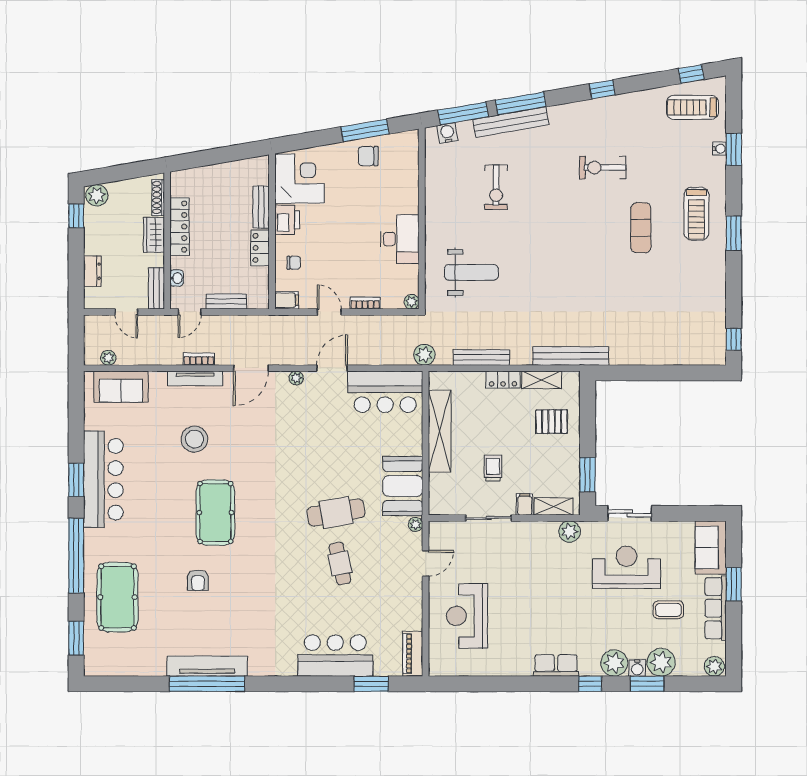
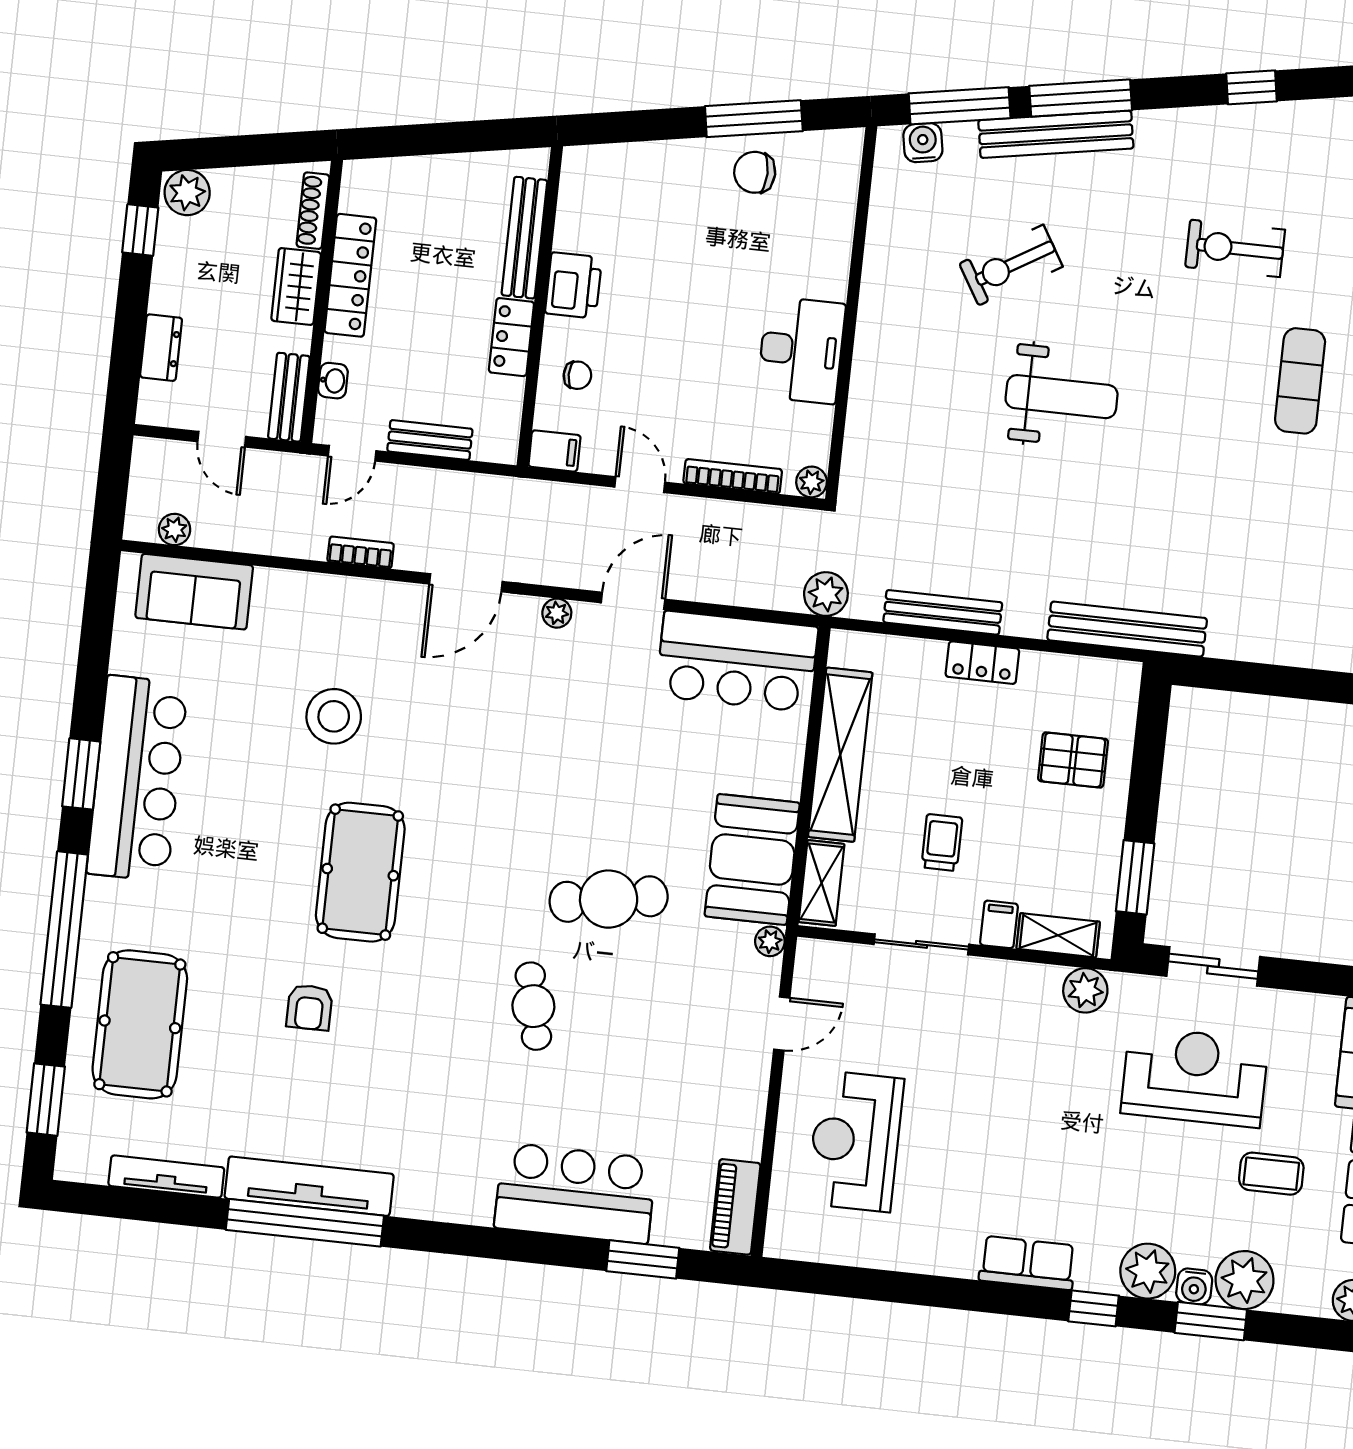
corner desk: (299, 179) -> (608, 203), removed
exercise bike: (496, 187) -> (1011, 265), turned 59
bench: (261, 207) -> (524, 238), width x1.36
weight bench: (471, 272) -> (1062, 397), moved
bookcase: (365, 303) -> (733, 476), width x1.56
tv unit: (195, 378) -> (166, 1177), moved, turned 180
shelving: (541, 380) -> (822, 883), moved, turned 90
cafe table: (340, 563) -> (533, 1006), moved

